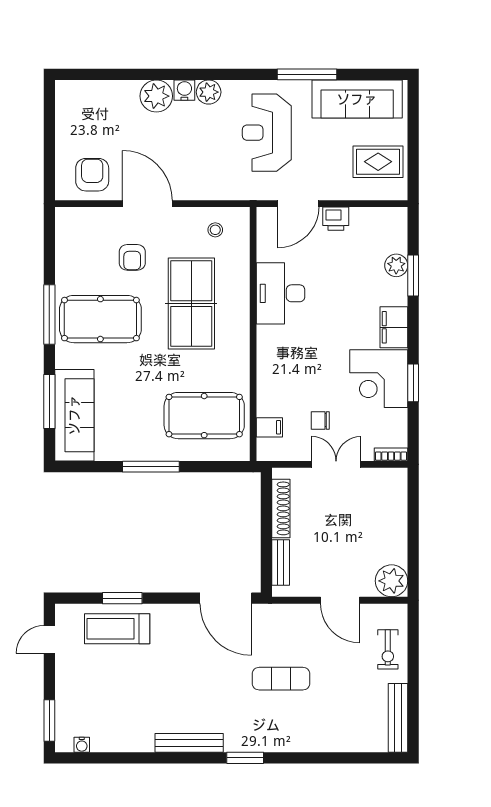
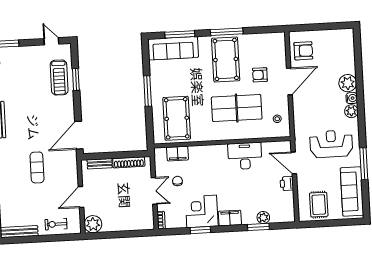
filing cabinet: (269, 427) -> (178, 154), width x2.00
treadmill: (117, 629) -> (59, 77), turned 180

